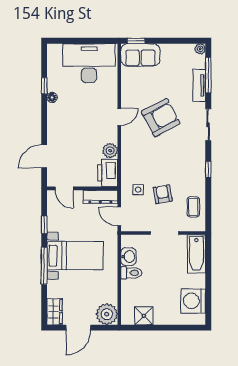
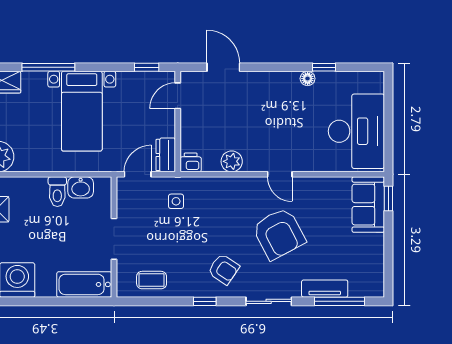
plant: (200, 49) -> (377, 290), removed
printer: (108, 173) -> (191, 162), width x0.53, depth x0.68
armchair: (163, 194) -> (224, 269), moved, turned 44
dresser: (100, 197) -> (166, 155), width x0.70
window: (44, 225) -> (147, 67), moved
window: (44, 266) -> (48, 67), moved

